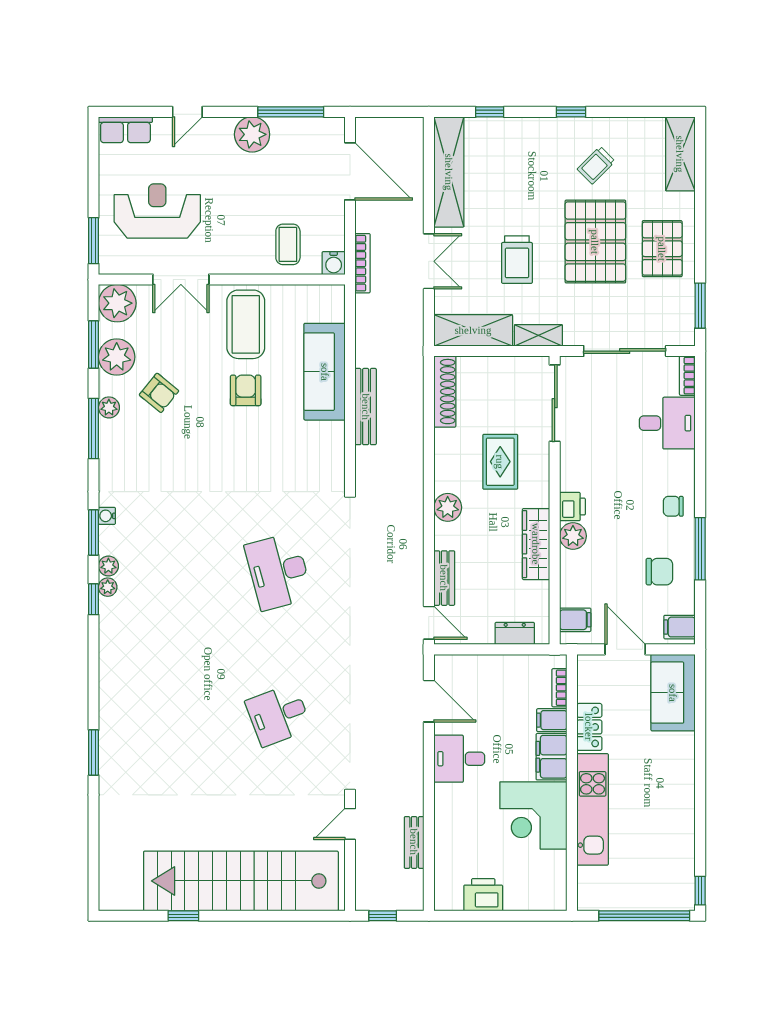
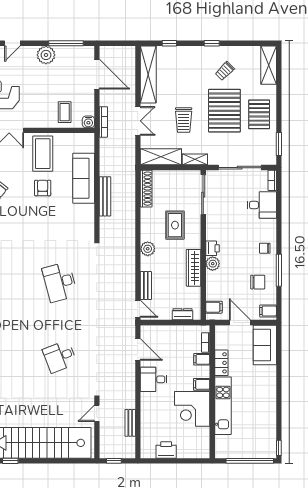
filing cabinet: (552, 757) -> (202, 384), width x0.50

